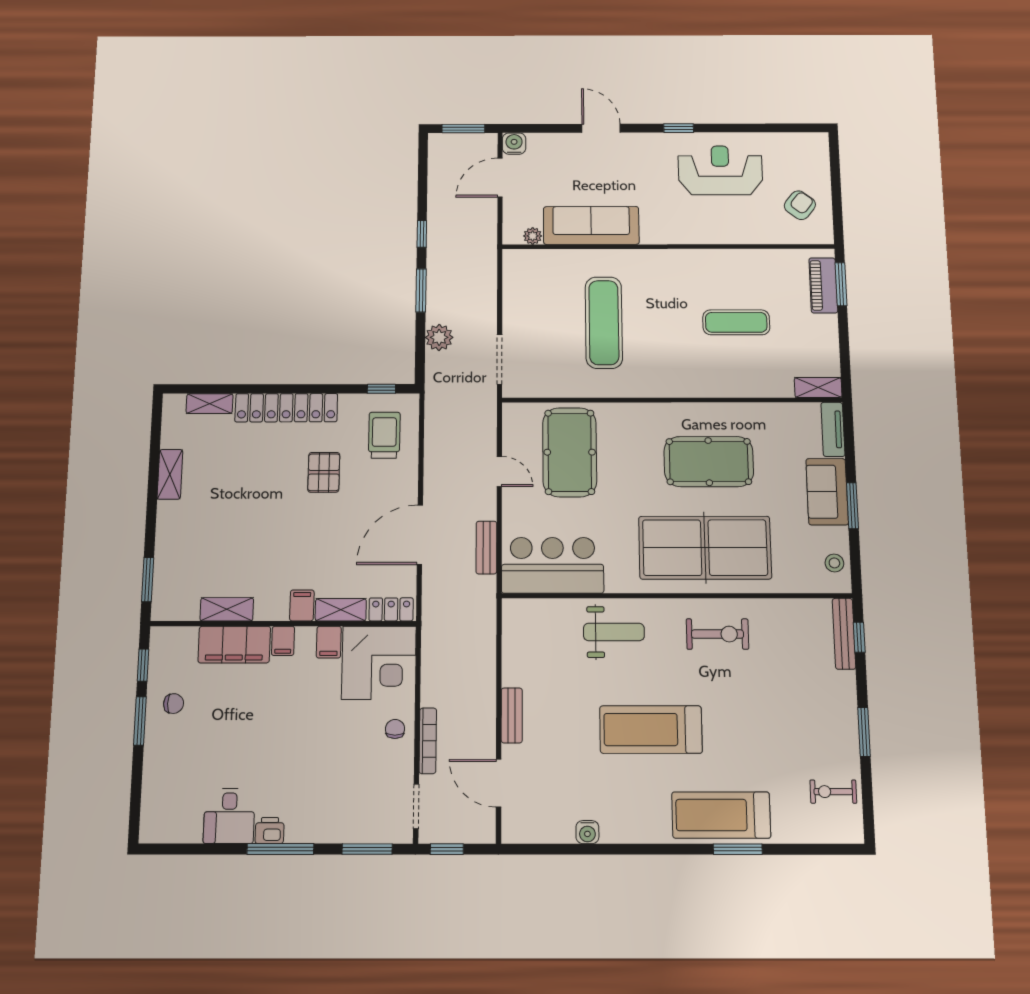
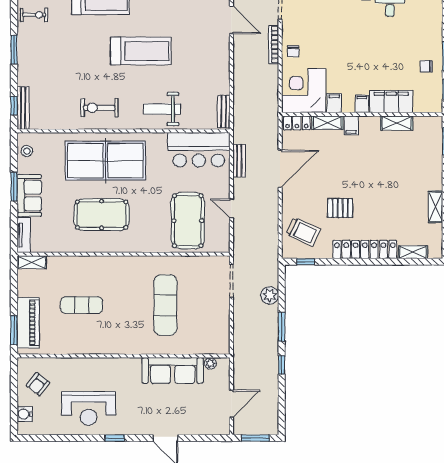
water cooler: (514, 144) -> (25, 414), moved, turned 90
piano: (823, 285) -> (28, 323), width x1.37, depth x1.33
trolley: (384, 435) -> (303, 232), turned -65
pallet: (324, 472) -> (340, 208), turned 90
bench: (512, 715) -> (224, 111), moved

